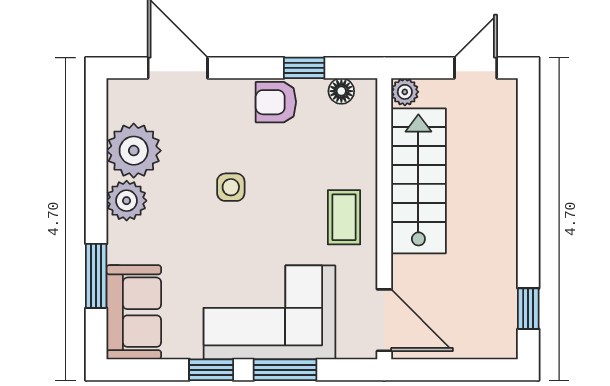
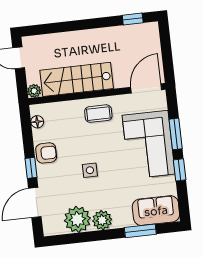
window: (304, 68) -> (31, 168), moved
armchair: (276, 102) -> (46, 153), turned -90

